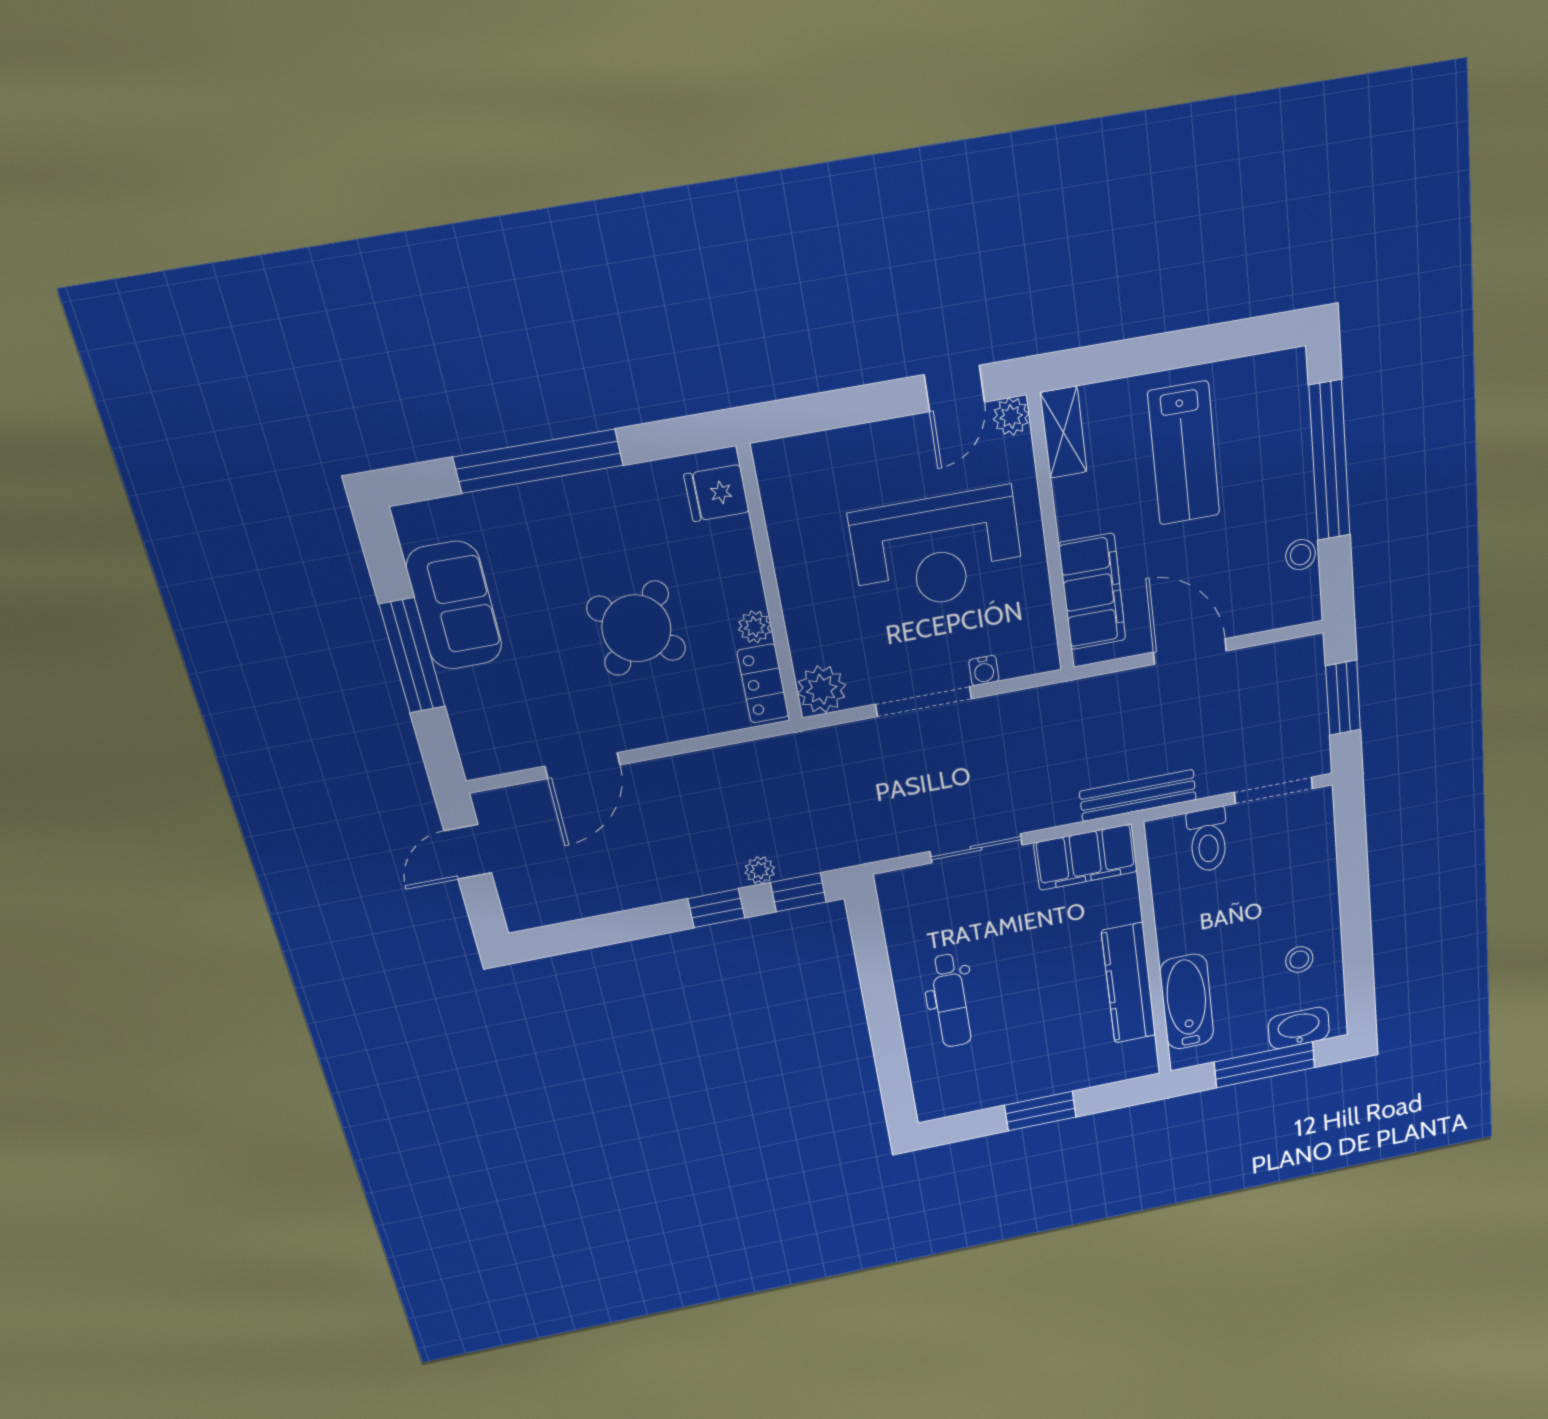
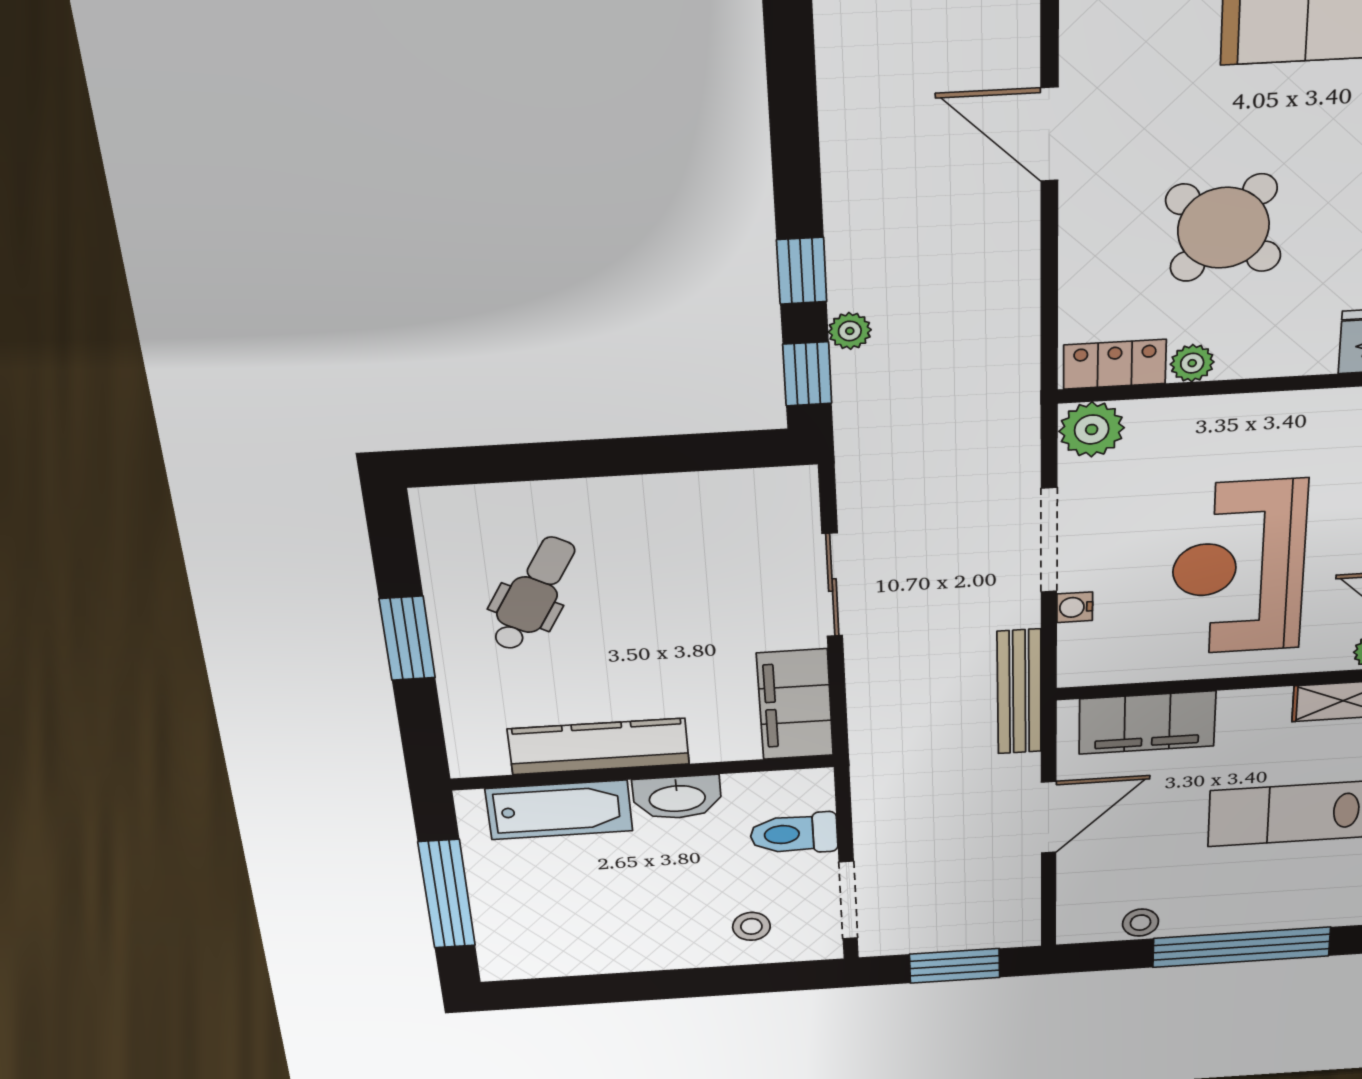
bench: (1138, 796) -> (1019, 692), moved
stool: (1299, 960) -> (751, 926), moved
dental chair: (951, 1001) -> (533, 594), moved, turned 119
washbasin: (1299, 1028) -> (677, 797), moved, turned 90

